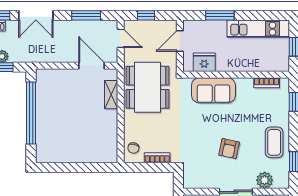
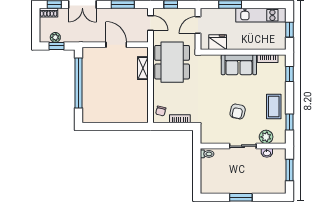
door: (91, 66) -> (116, 45), moved
sofa: (213, 90) -> (239, 65), moved

